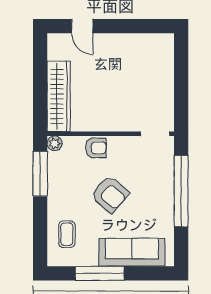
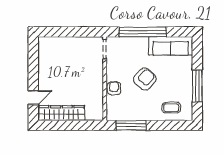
wardrobe: (59, 96) -> (61, 113), moved
plant: (55, 143) -> (111, 116), removed
sofa: (132, 252) -> (171, 46), moved, turned -90

